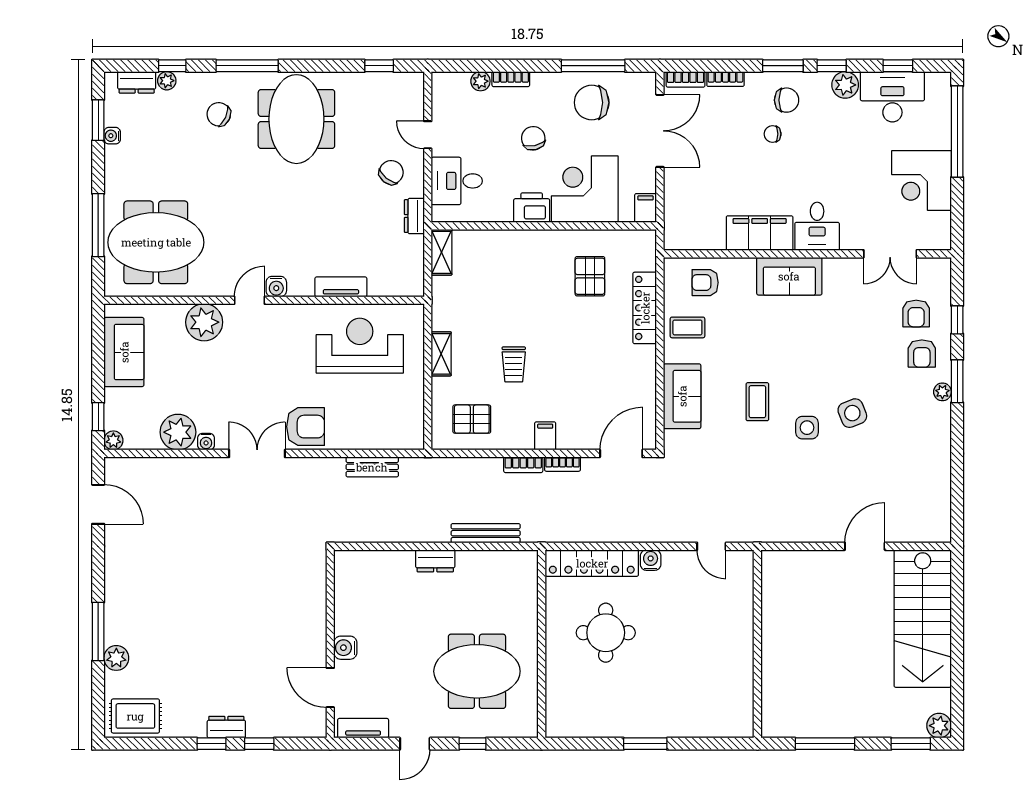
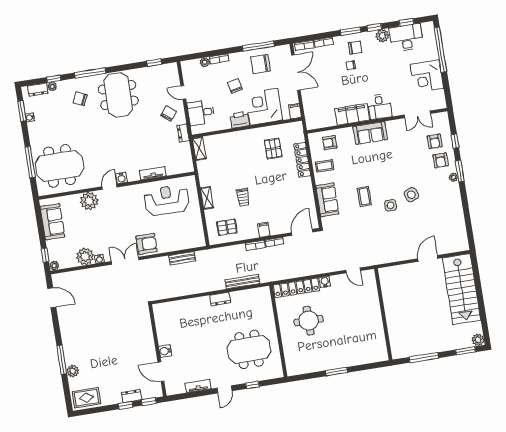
wall: (330, 644) -> (157, 350), moved
water cooler: (345, 648) -> (165, 351), moved
door: (330, 688) -> (161, 372), moved

